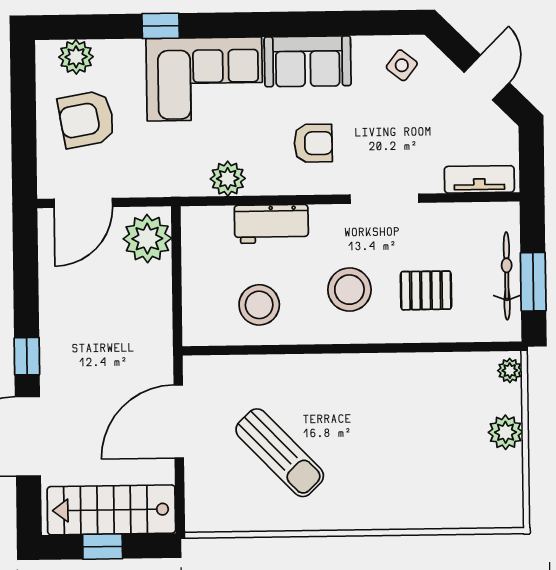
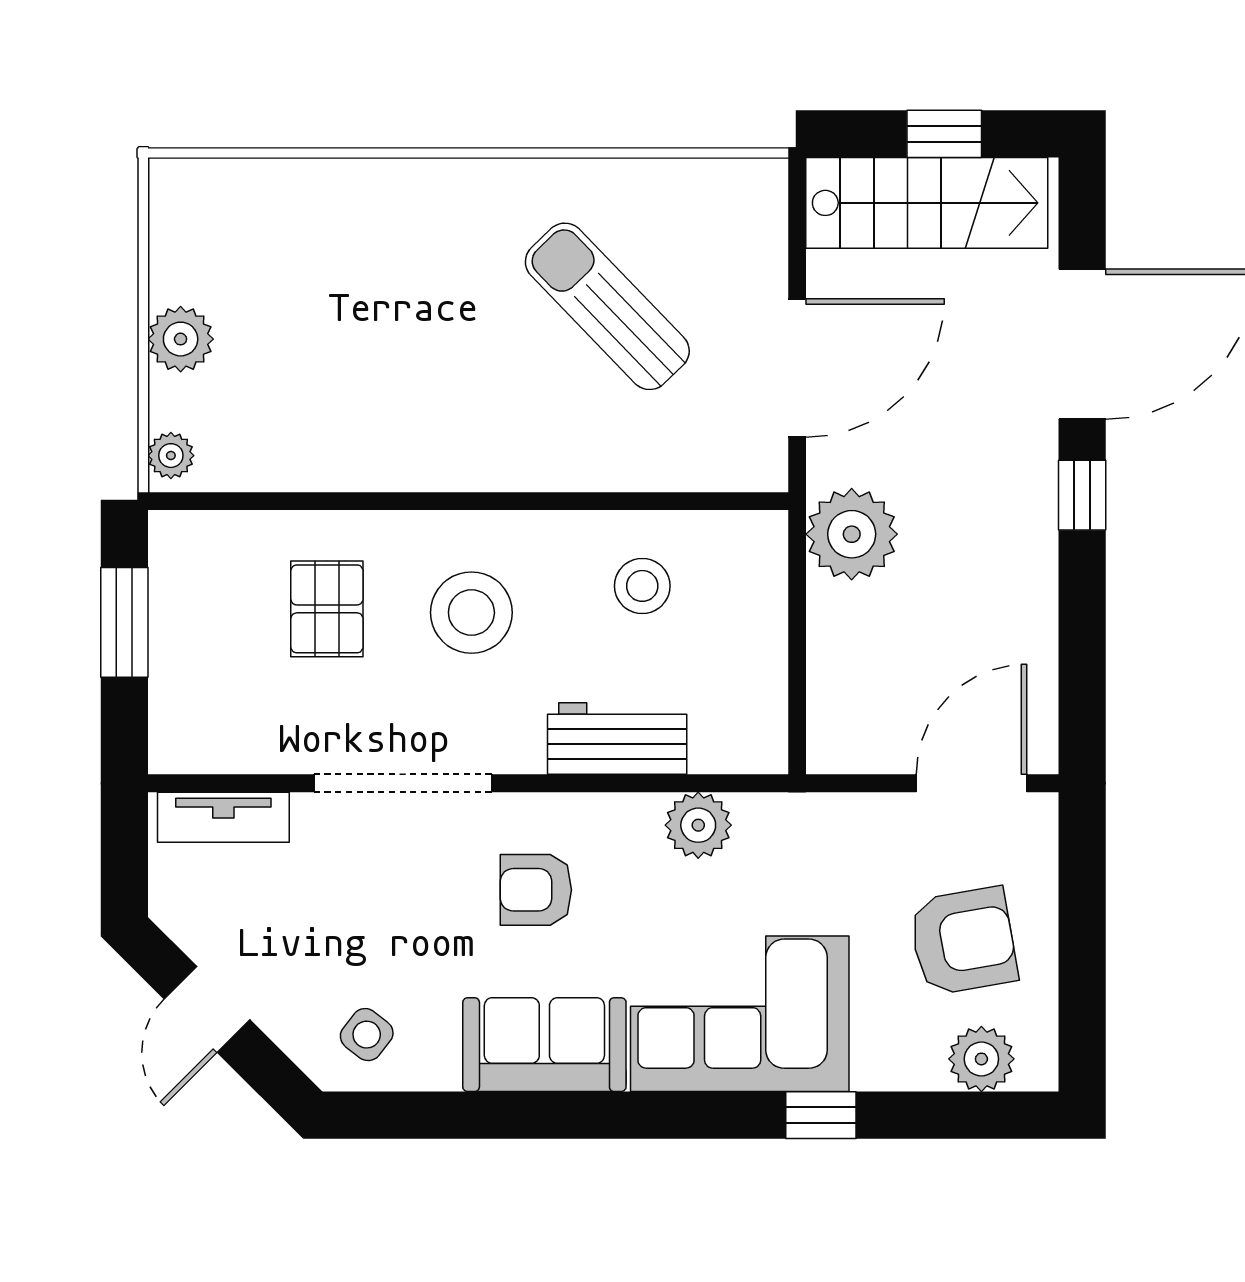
doorway: (384, 199) -> (403, 783), width x1.36
plant: (147, 239) -> (852, 534), moved
bicycle: (507, 276) -> (174, 634), removed
pallet: (426, 290) -> (327, 609), turned 90
stool: (259, 305) -> (642, 586), width x0.73, depth x0.73

